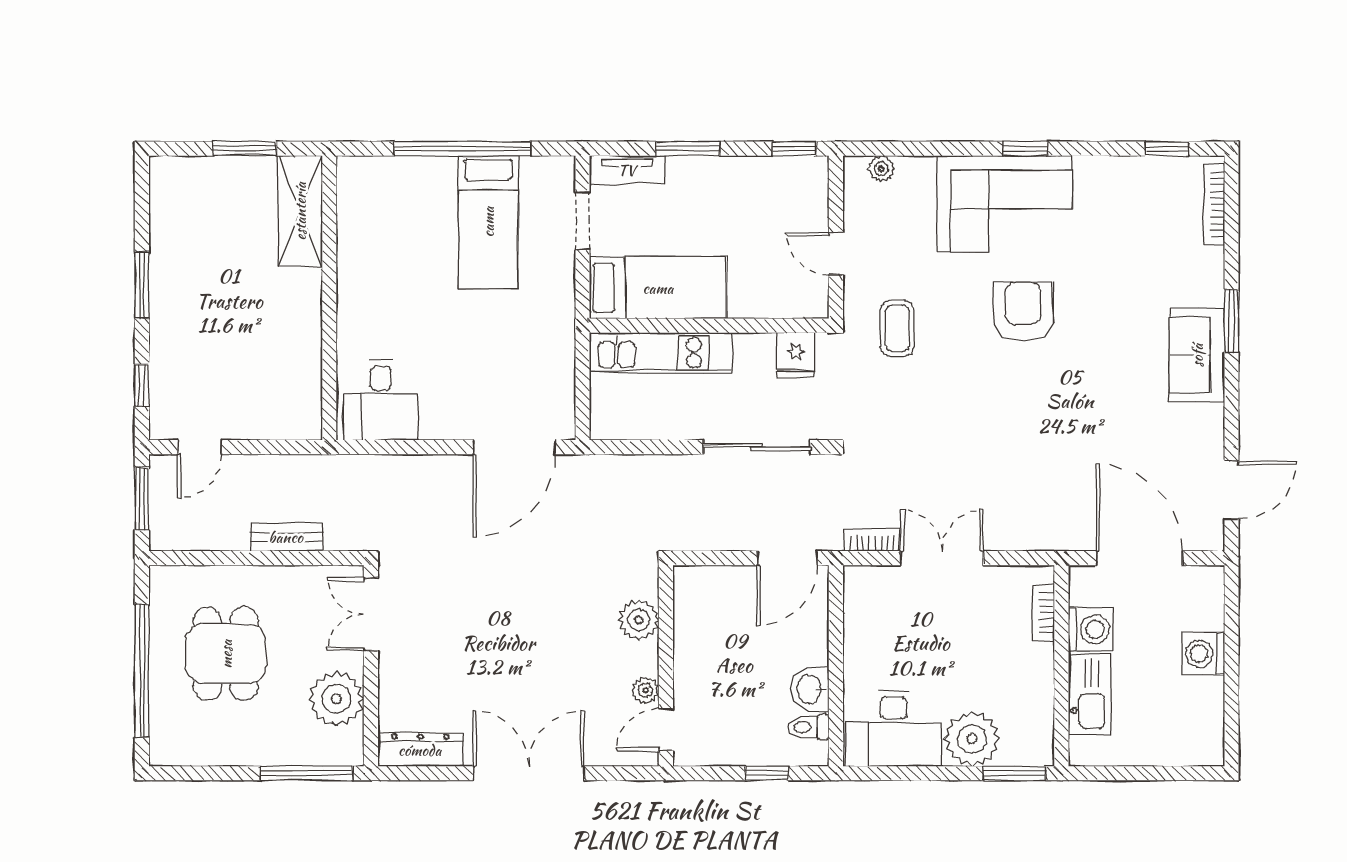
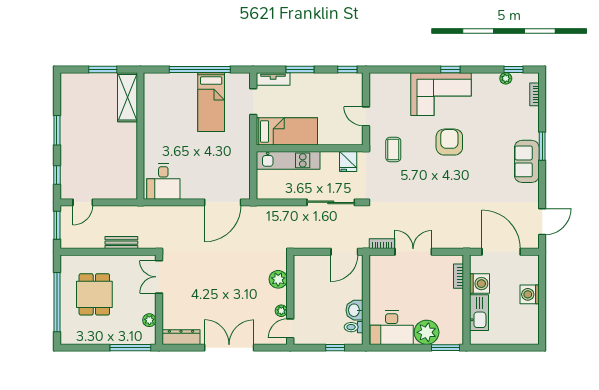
plant: (881, 169) -> (506, 78), moved
bookcase: (1214, 204) -> (534, 94), width x0.64
plant: (336, 699) -> (149, 320), width x0.53, depth x0.53

